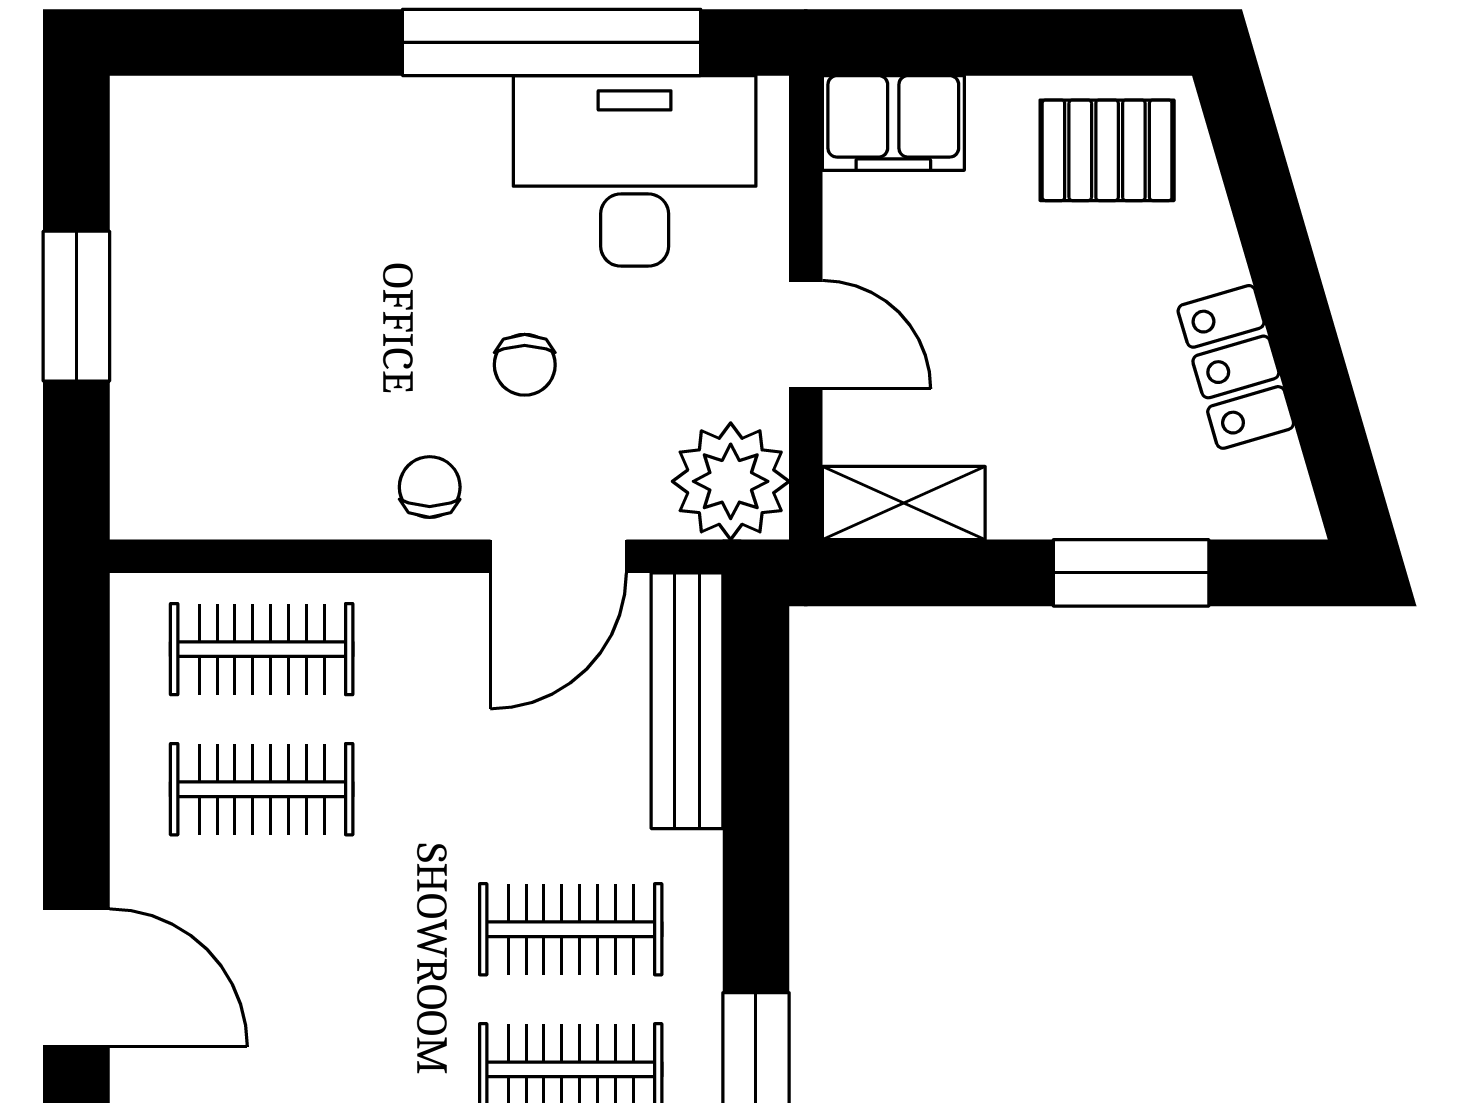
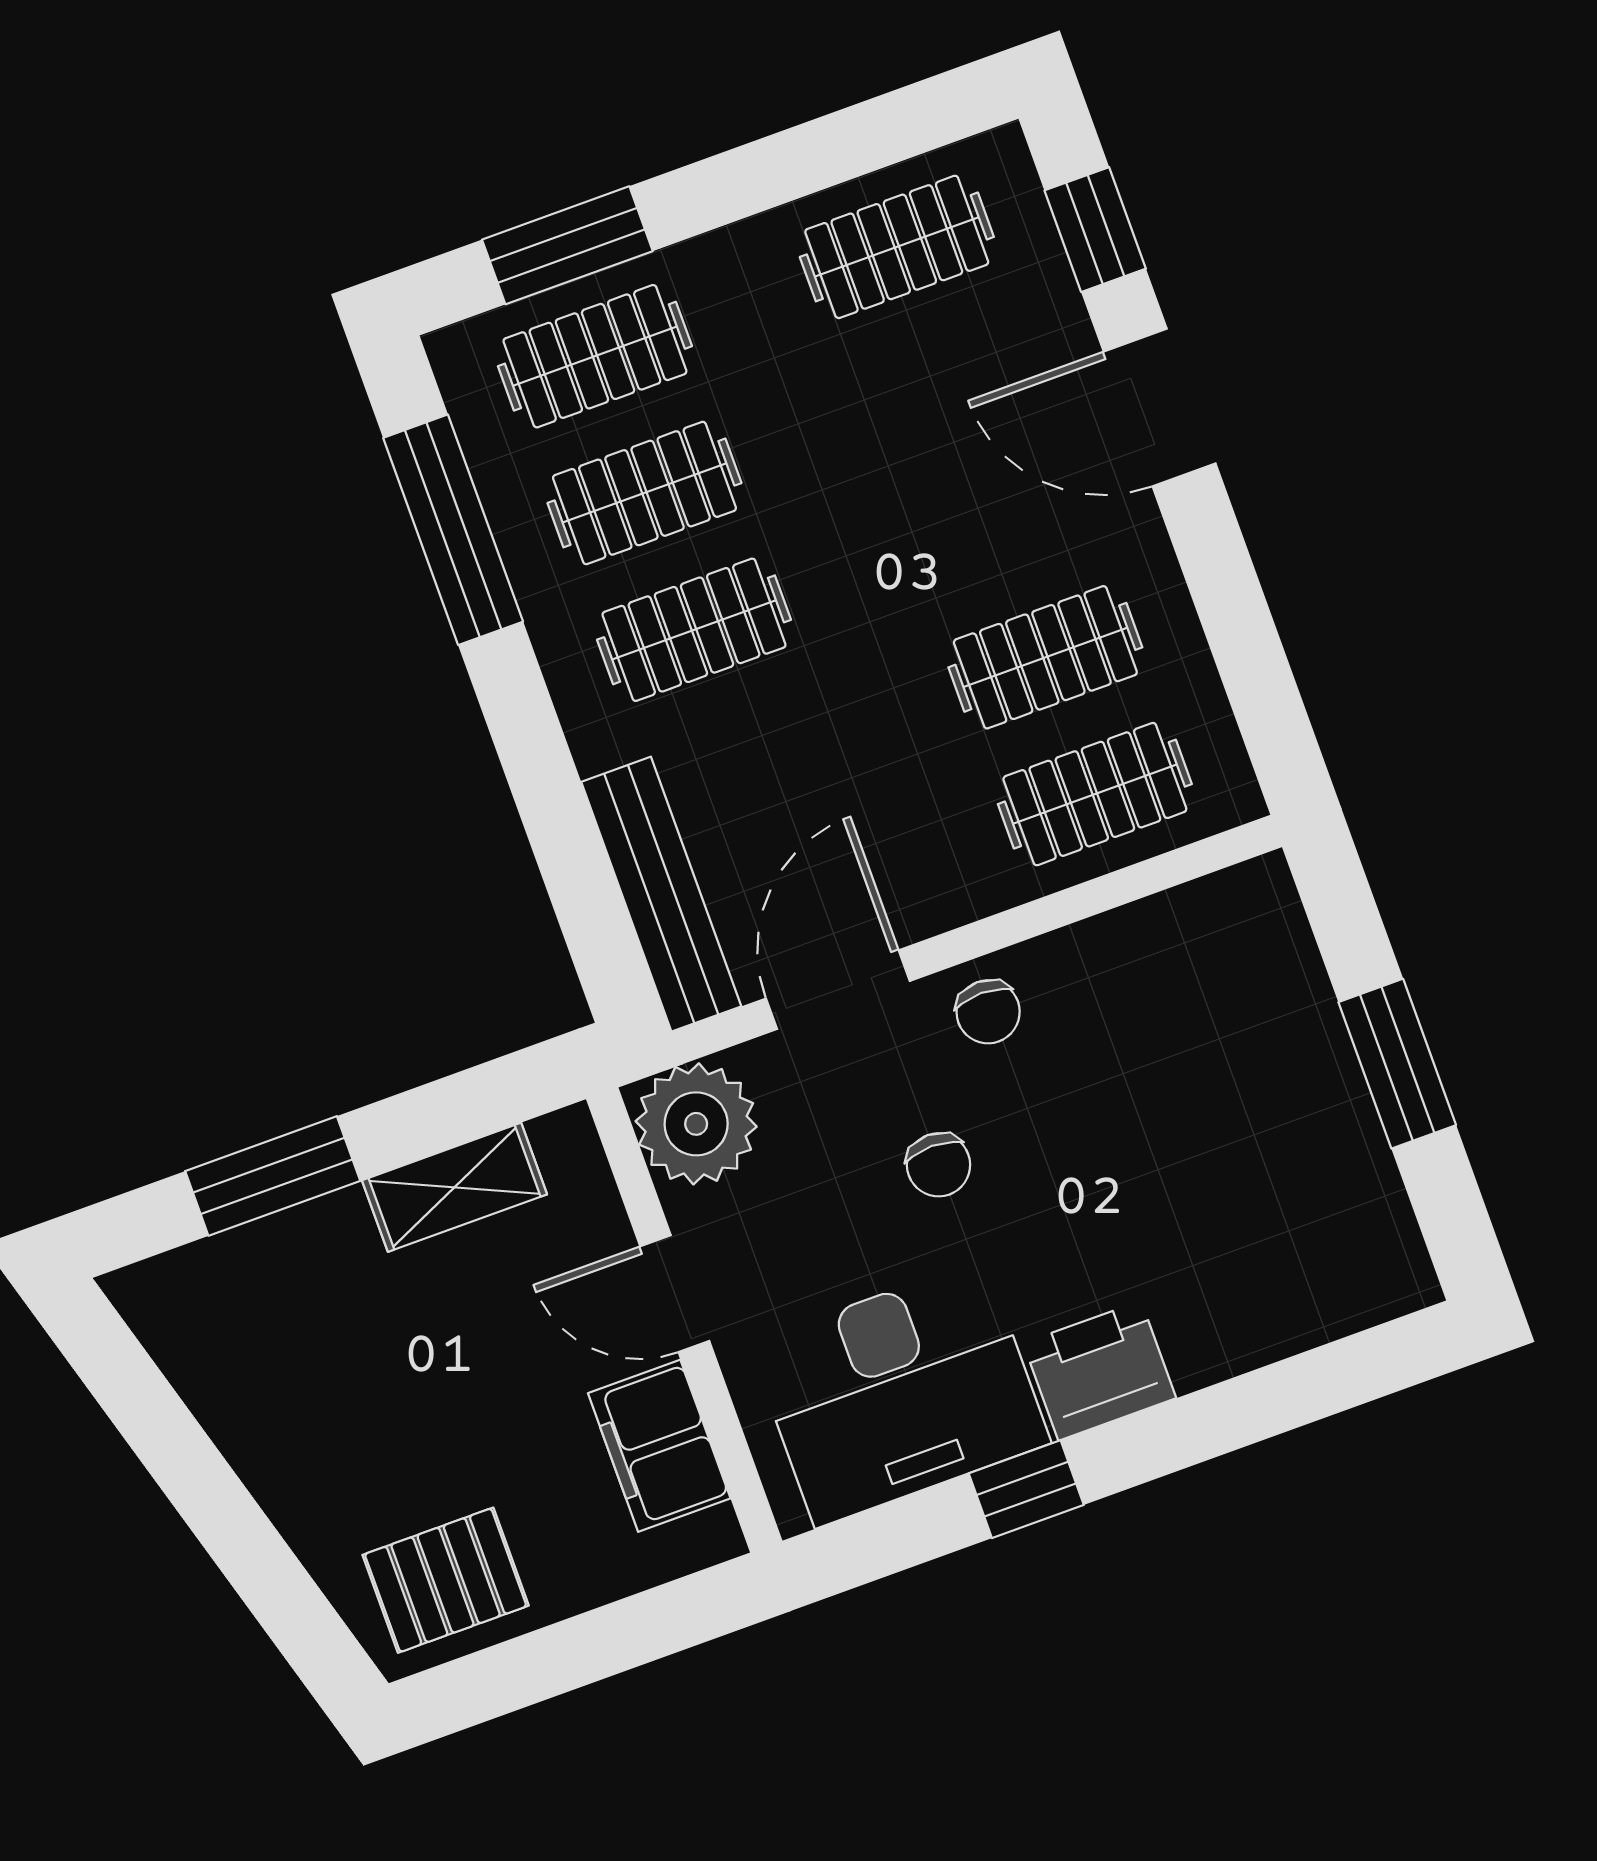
window: (552, 42) -> (1026, 1489), width x0.32
filing cabinet: (893, 123) -> (659, 1446), moved, turned -90
printer: (446, 126) -> (1100, 1371), added
chair: (525, 365) -> (939, 1165), turned 180
locker: (1236, 367) -> (243, 1414), removed
shelving: (904, 503) -> (455, 1187), moved

